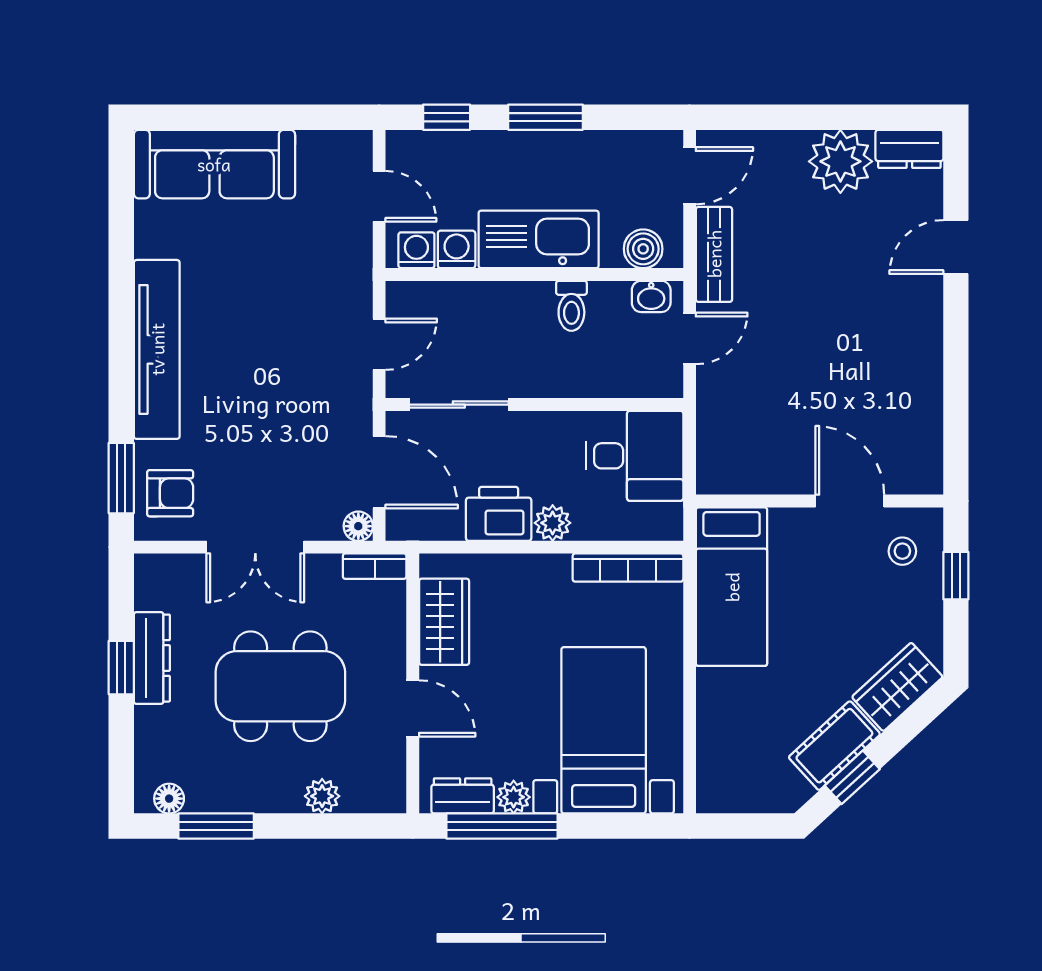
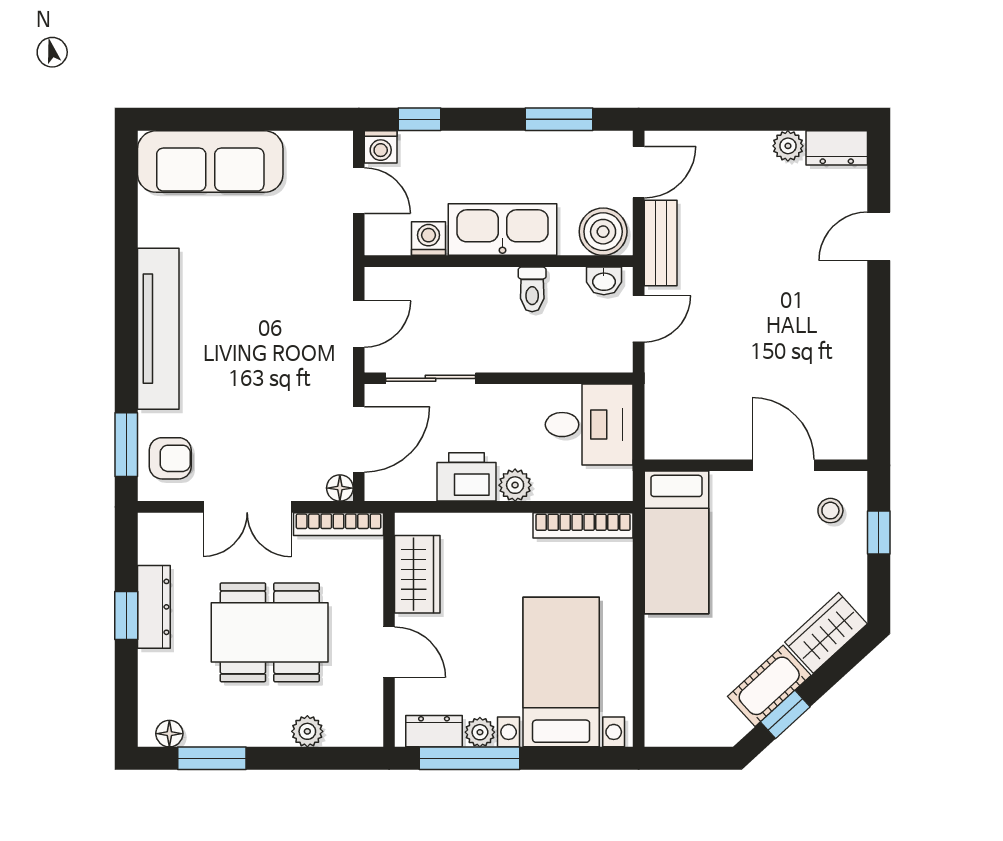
window: (545, 117) -> (559, 119), moved
plant: (840, 161) -> (788, 146), width x0.53, depth x0.53
boiler: (643, 249) -> (603, 232), width x1.36, depth x1.36
washing machine: (416, 250) -> (381, 147), moved, turned 180
door: (379, 472) -> (359, 439), hinge flipped
bookcase: (375, 566) -> (339, 524), width x1.56

